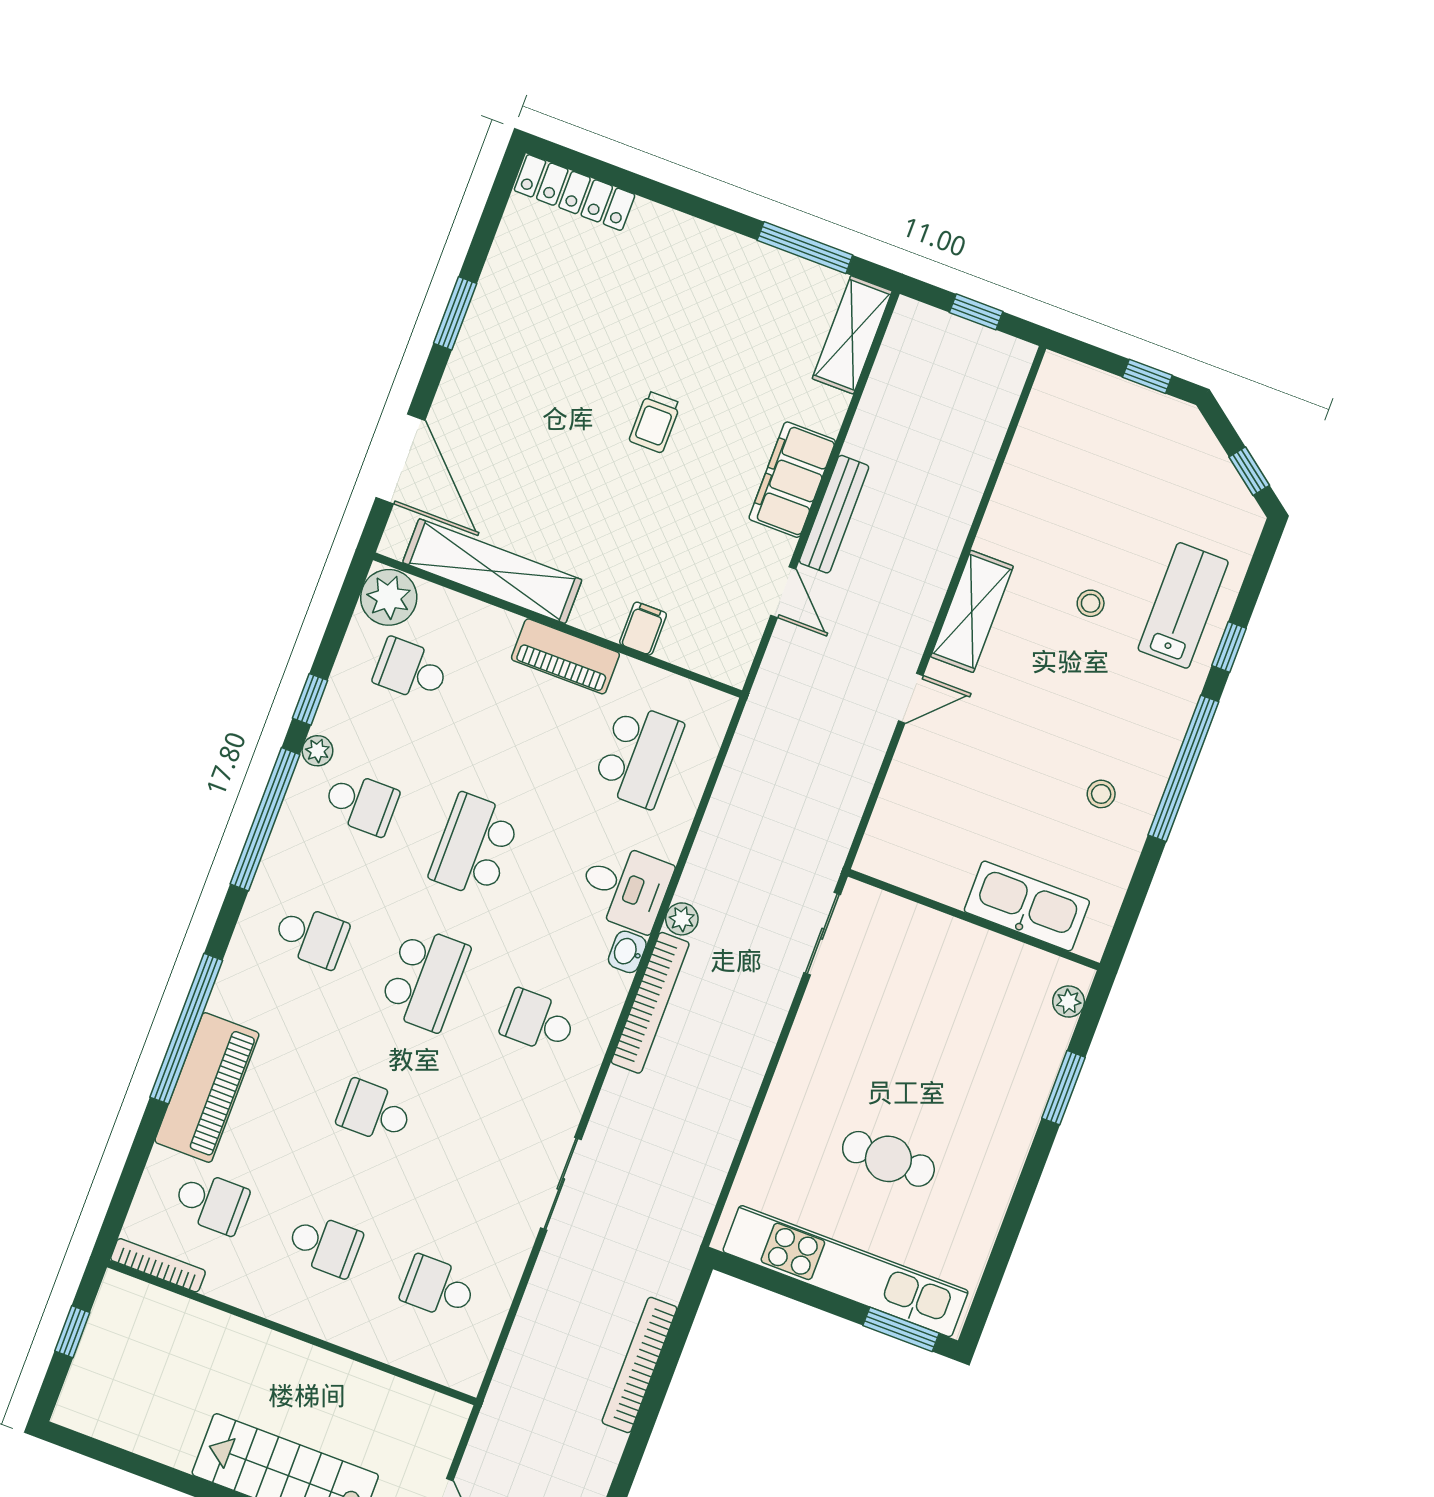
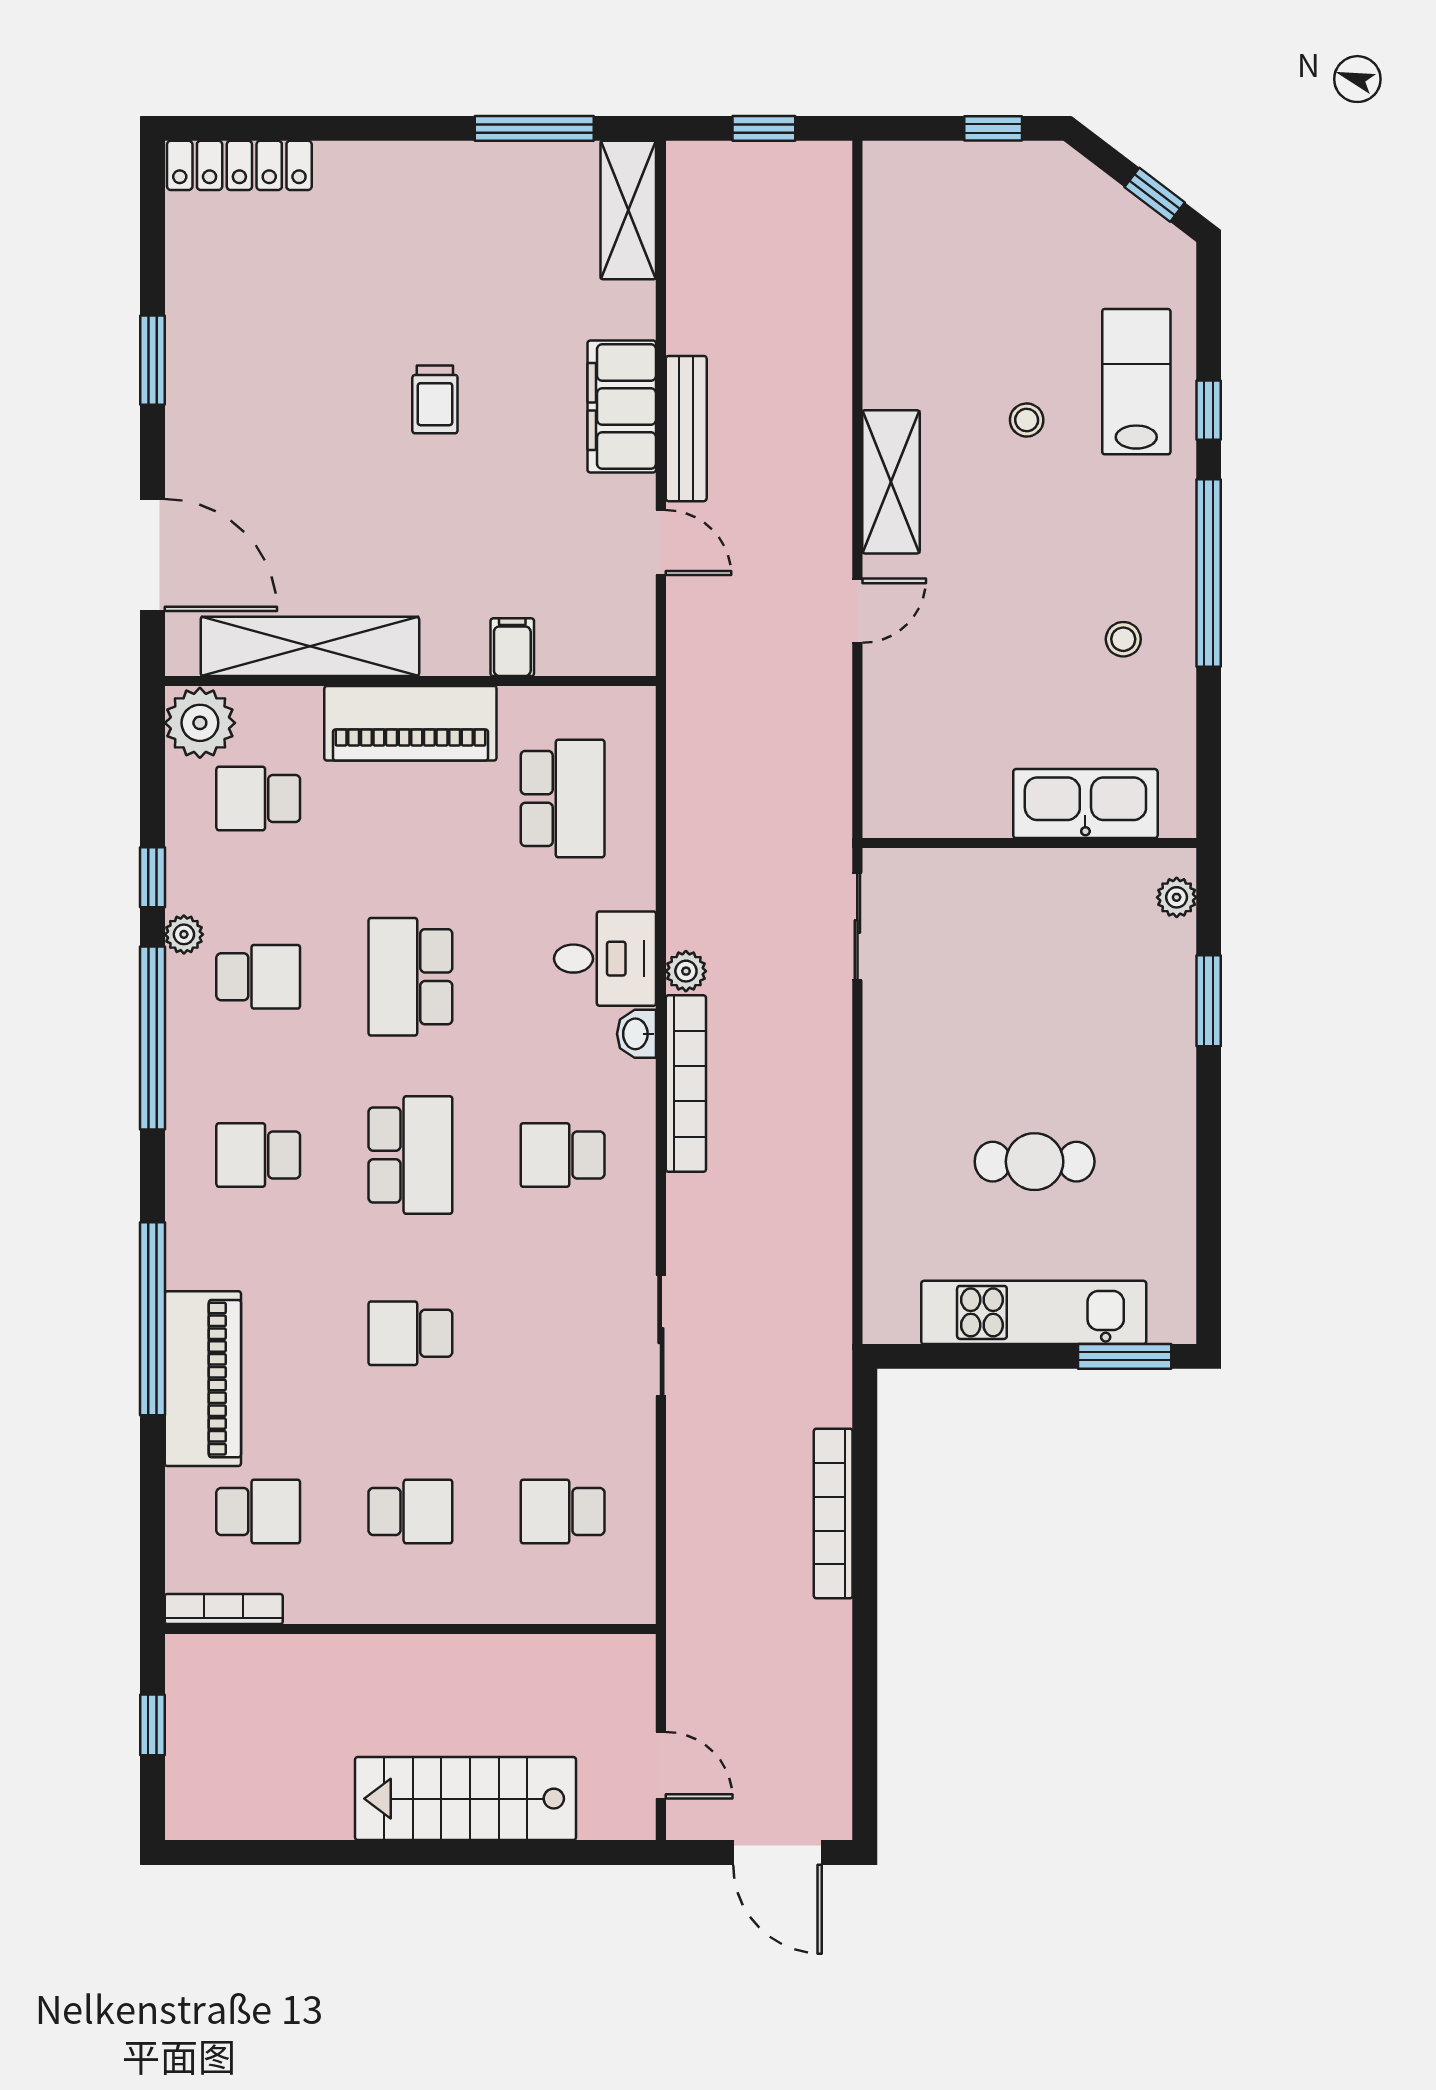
piano: (565, 656) -> (410, 723), width x1.37, depth x1.33
school desk: (311, 936) -> (258, 1155), turned 180
kitchen unit: (846, 1271) -> (1034, 1312), width x0.73

